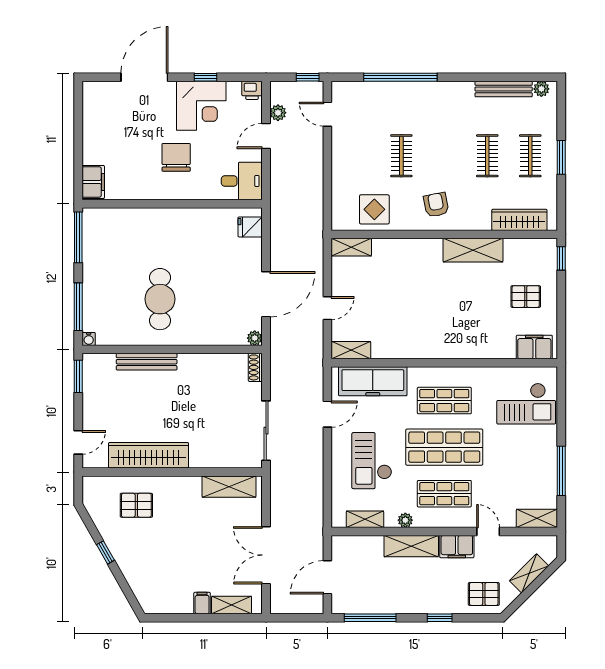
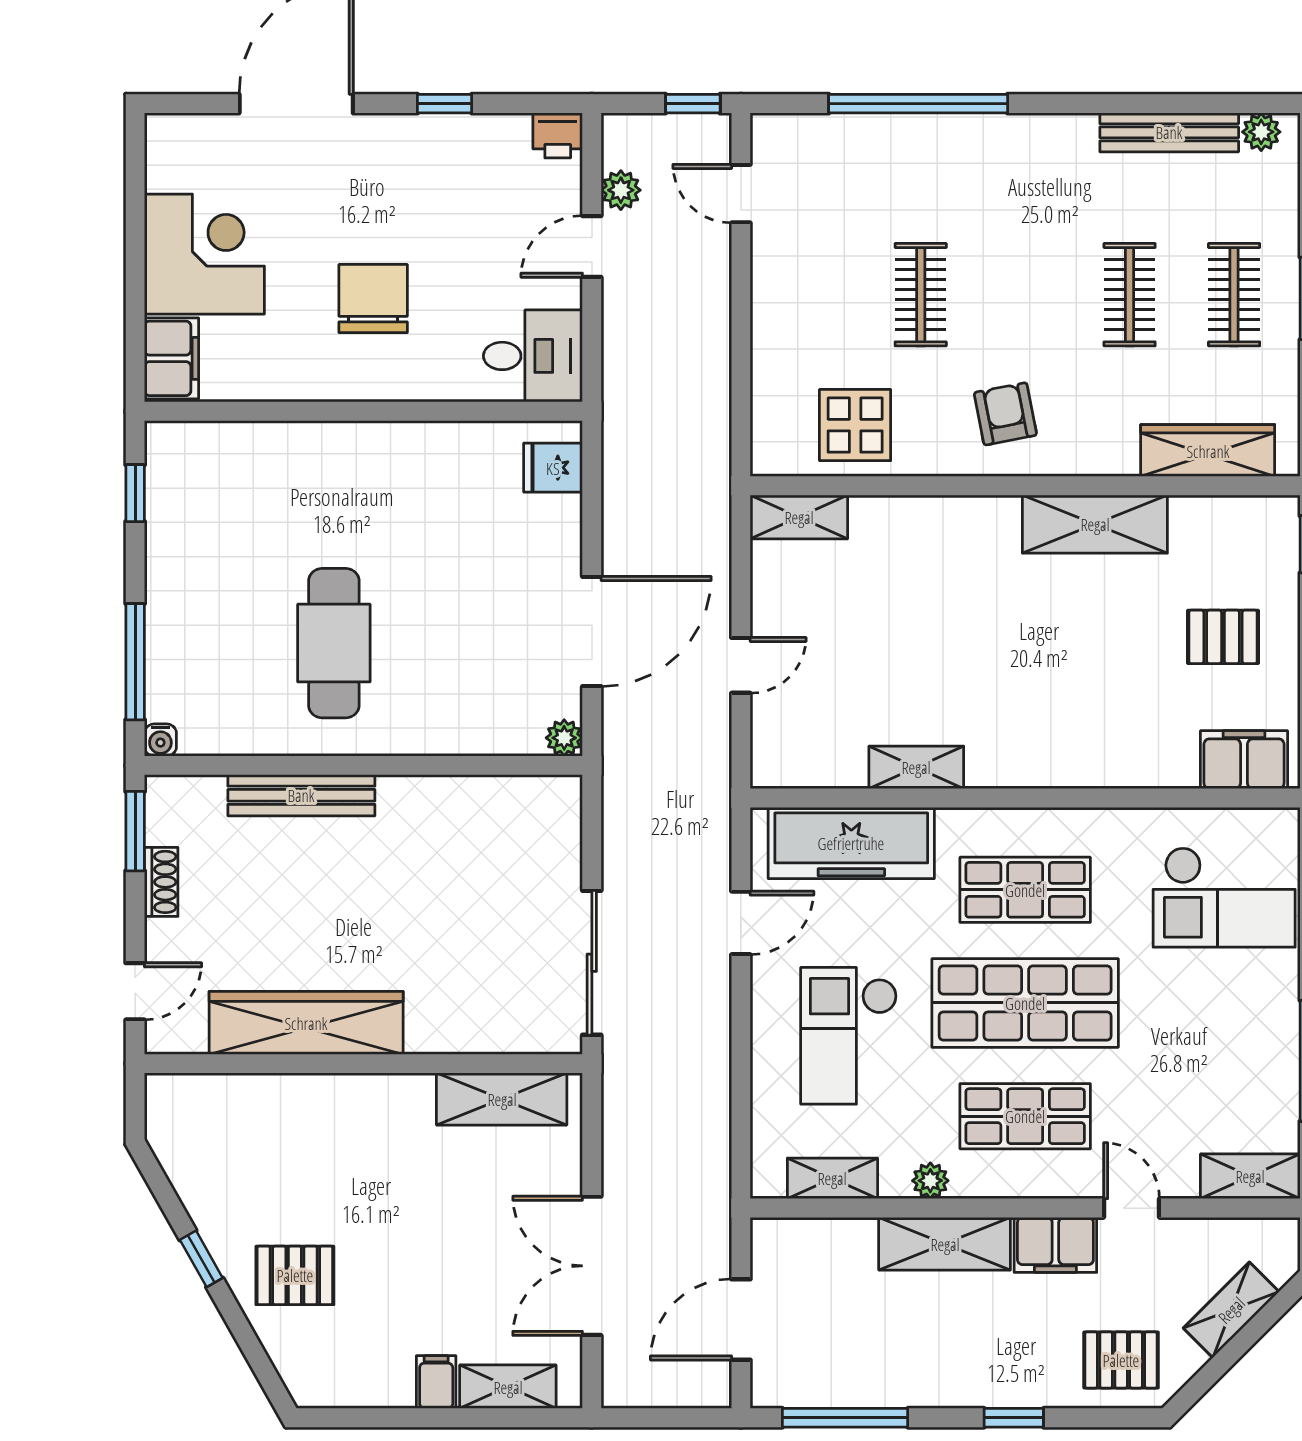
corner desk: (201, 106) -> (204, 254), moved, turned -90
window: (78, 237) -> (135, 493), width x0.46
shelving: (351, 350) -> (916, 767), moved
shoe rack: (255, 367) -> (161, 882), moved, turned 180
pallet: (136, 505) -> (295, 1275), moved

